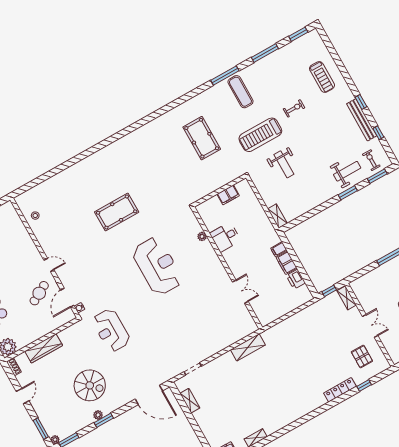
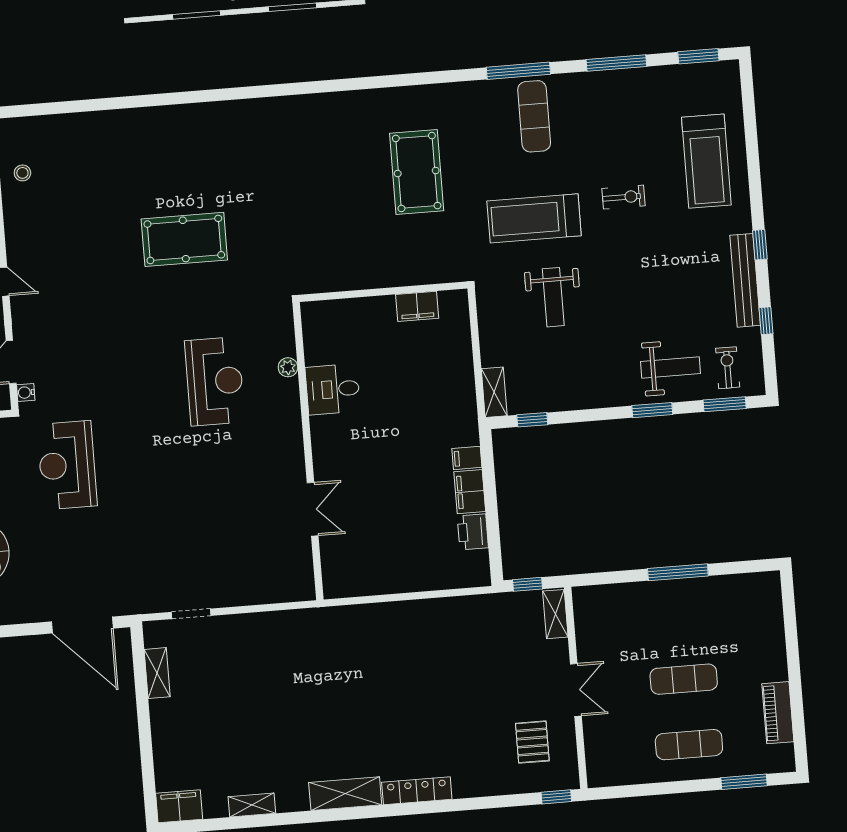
treadmill: (322, 77) -> (706, 161), width x1.37, depth x1.38
window: (299, 220) -> (532, 420), added
plant: (202, 236) -> (288, 367), moved
desk: (225, 237) -> (333, 389), moved
reception desk: (157, 266) -> (215, 381), width x0.74, depth x0.77
wall: (227, 268) -> (308, 451), moved
double door: (240, 292) -> (313, 509), moved
shelving: (248, 347) -> (345, 794), moved
window: (364, 386) -> (556, 797), moved
locker: (340, 390) -> (417, 791), moved

